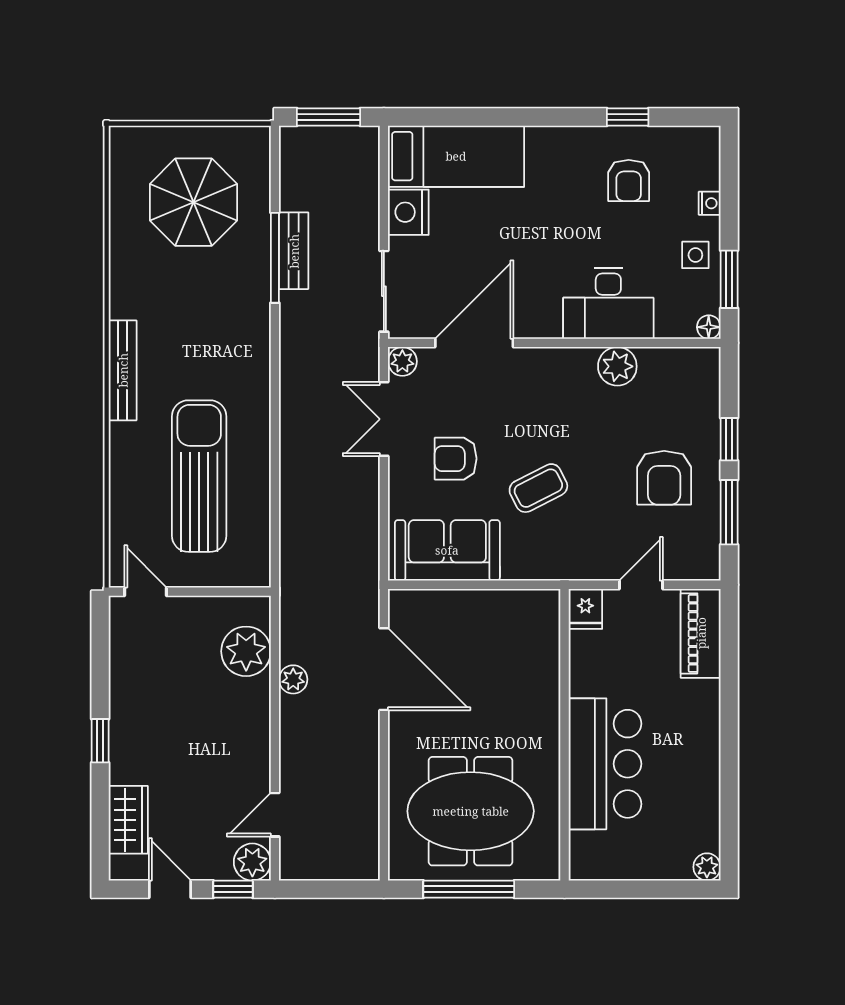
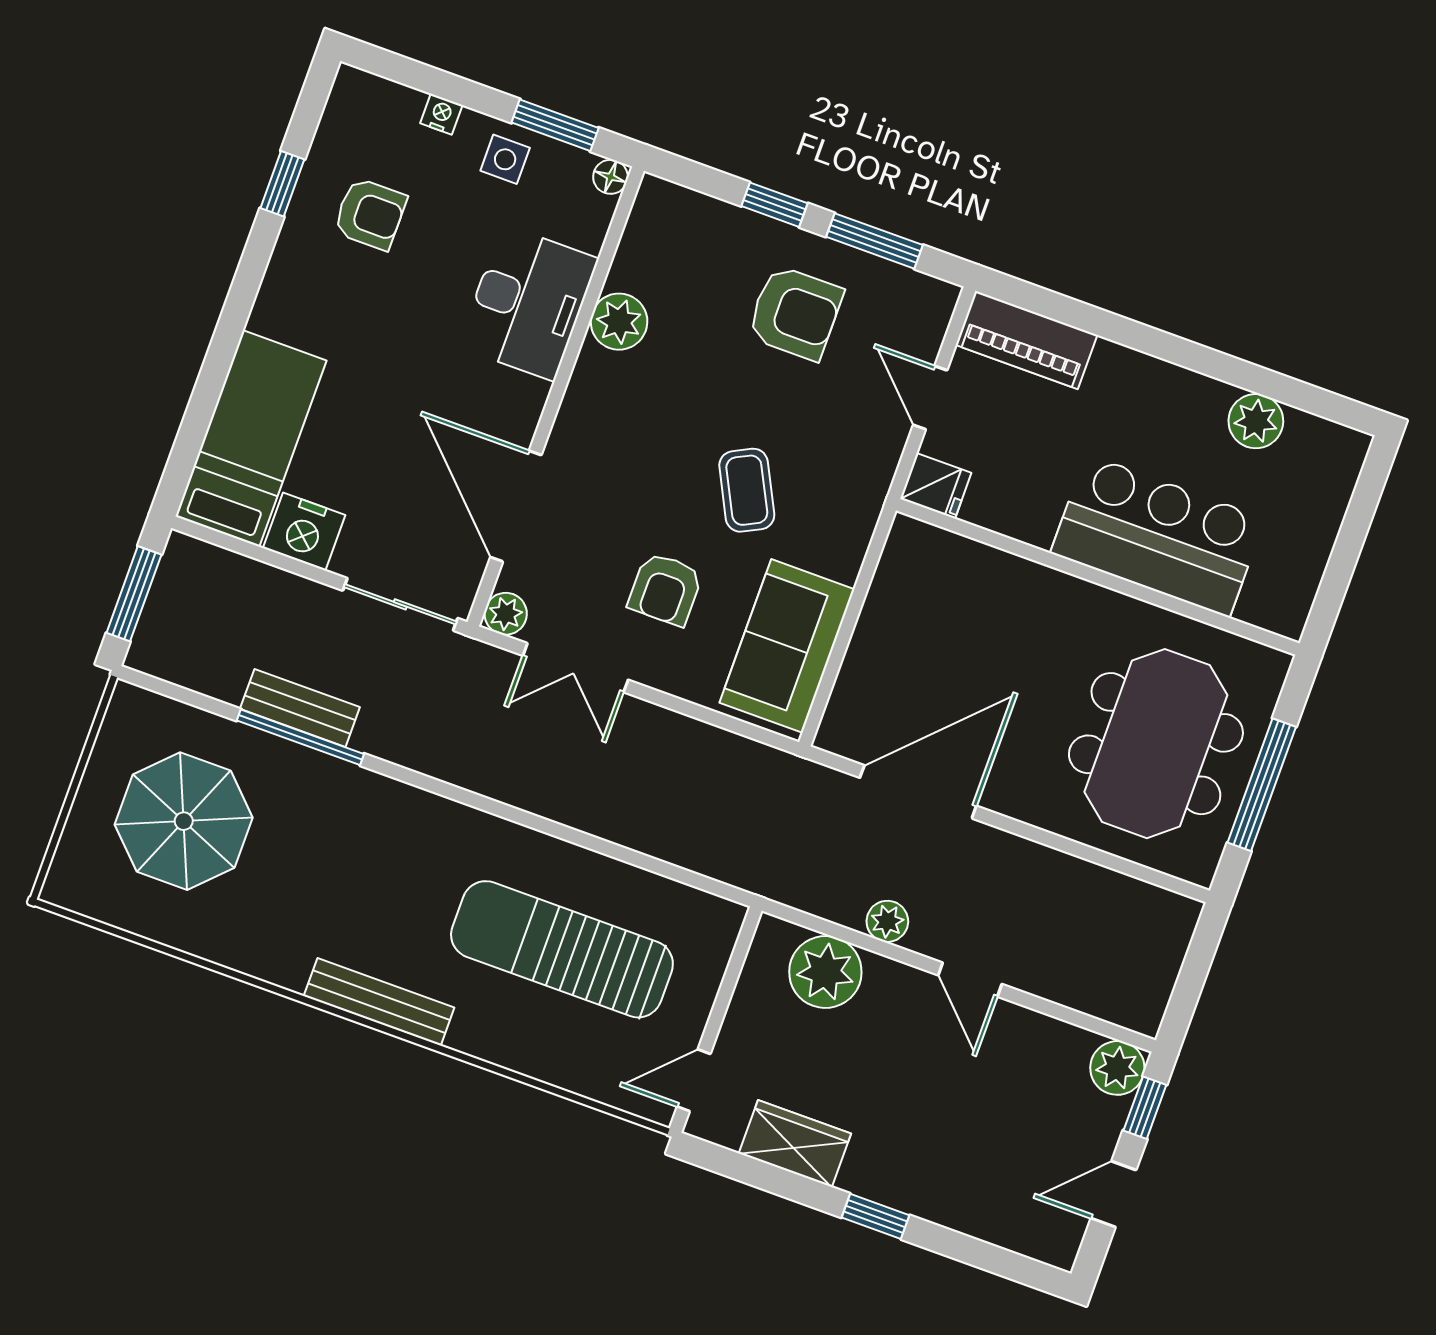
door: (275, 815) -> (970, 980), moved
wardrobe: (128, 820) -> (795, 1144), moved
plant: (707, 867) -> (1256, 421), moved, width x1.38, depth x1.38

